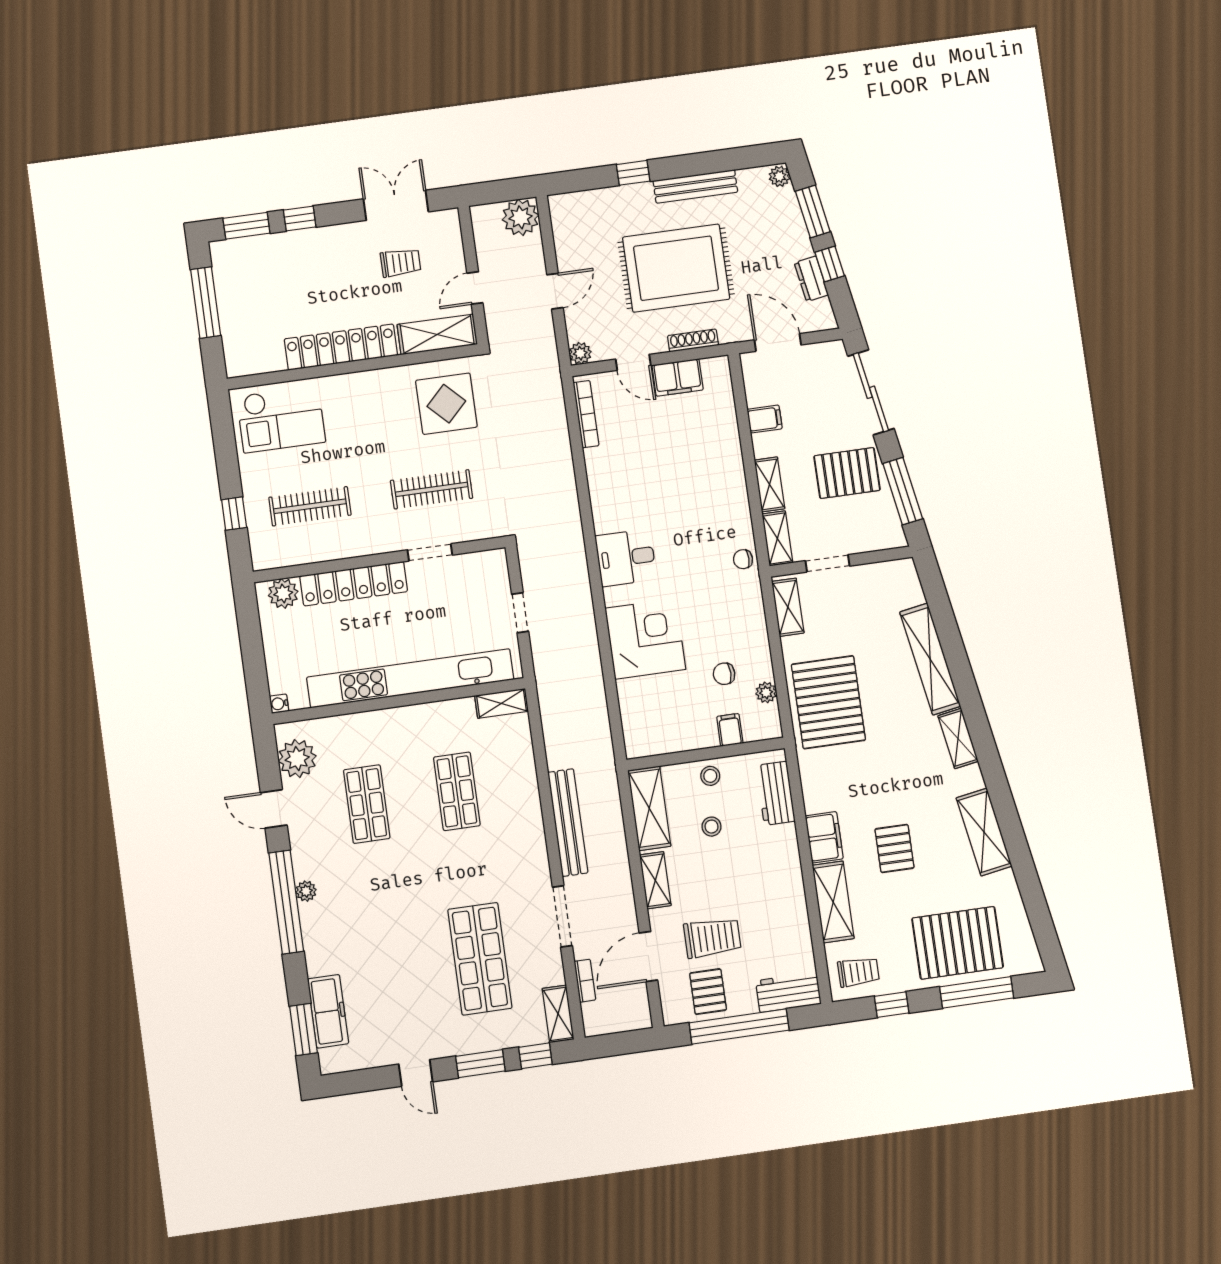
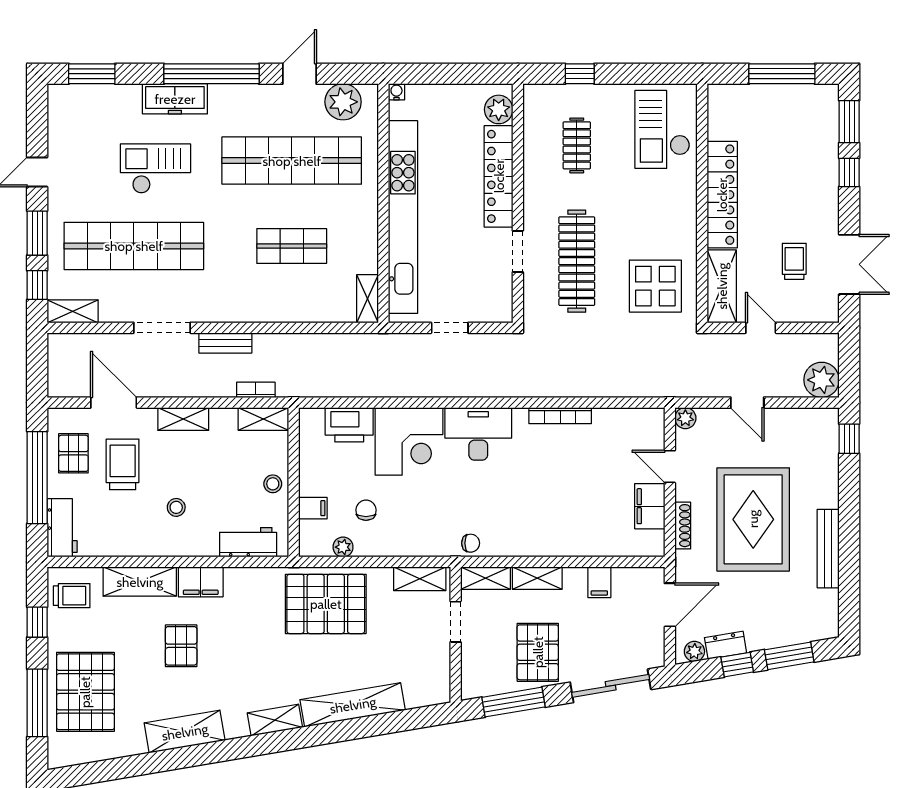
window: (633, 173) -> (849, 439), moved
plant: (779, 176) -> (694, 651), moved
trolley: (401, 263) -> (794, 261), turned 180
door: (633, 362) -> (670, 467), hinge flipped
bookcase: (586, 414) -> (560, 416), moved
clothes rail: (432, 489) -> (577, 261), width x1.37, depth x1.31
clothes rail: (310, 506) -> (577, 145), width x0.73
desk: (626, 558) -> (478, 434), width x1.37
chair: (743, 559) -> (471, 543), turned 90
printer: (637, 704) -> (349, 425), added
shop shelf: (367, 804) -> (292, 161), width x2.00, depth x1.36
shelving: (649, 808) -> (263, 419), width x0.67, depth x0.75
bench: (568, 823) -> (225, 343), width x0.54, depth x0.82
stool: (712, 827) -> (176, 507), moved
pallet: (894, 848) -> (181, 646), turned 90
plant: (306, 891) -> (219, 93), removed
trolley: (712, 938) -> (123, 464), turned 180
checkout: (395, 947) -> (155, 169), added
shop shelf: (480, 959) -> (134, 246), width x1.40
trolley: (858, 972) -> (72, 596), turned -90
bookcase: (585, 981) -> (256, 390), moved, turned 180
pallet: (708, 992) -> (73, 453), turned 90
freezer: (328, 1011) -> (175, 99), moved

